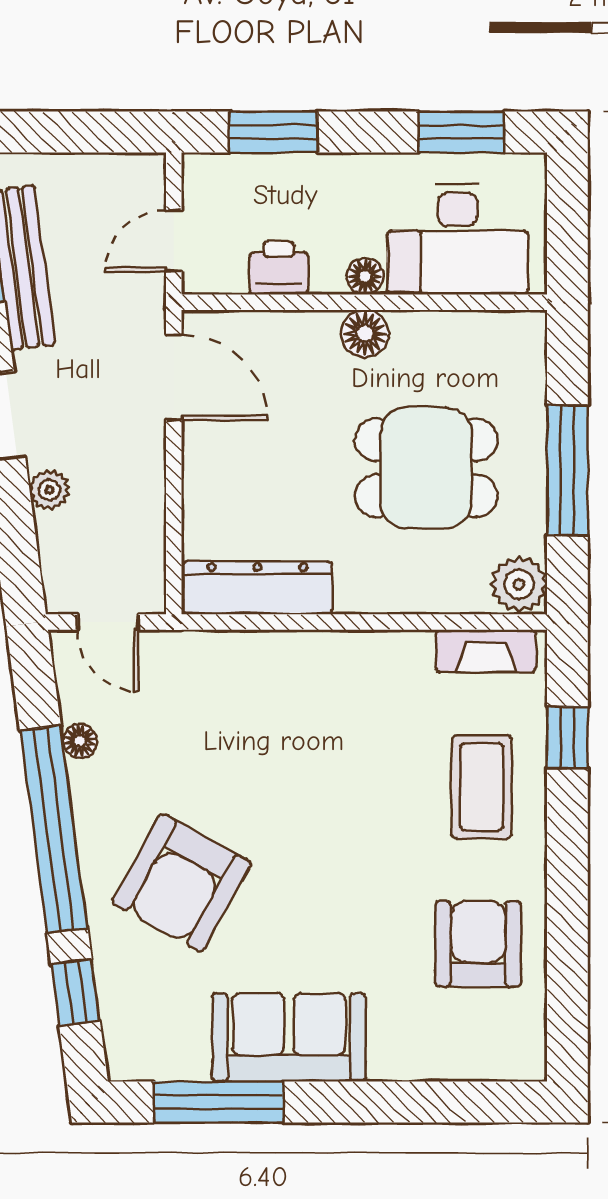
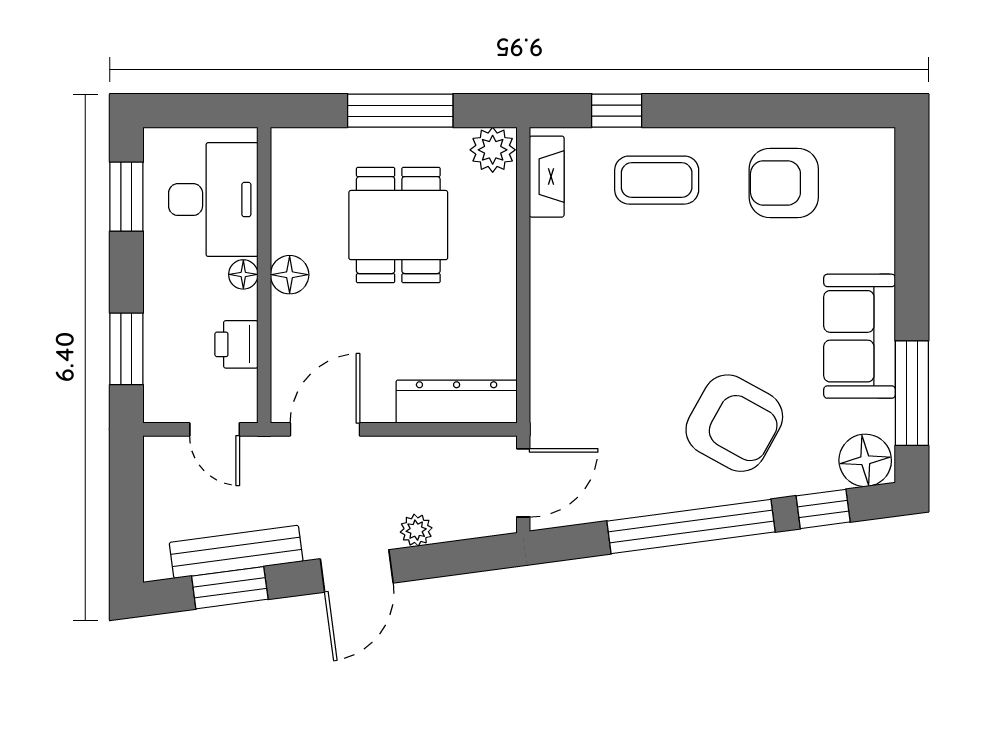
dresser: (257, 588) -> (457, 402), moved, turned 90
door: (108, 622) -> (523, 483), width x1.37
floor lamp: (80, 741) -> (865, 460), moved, width x1.89, depth x1.89

